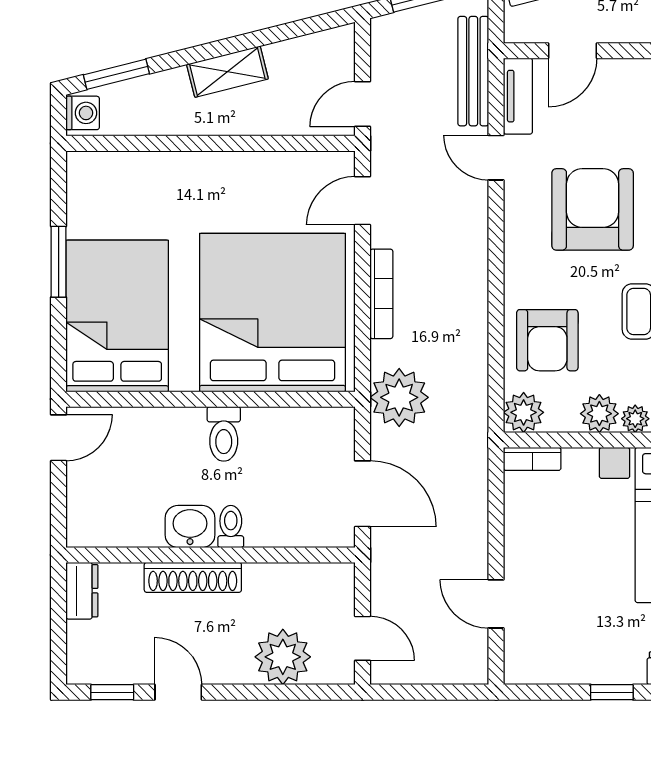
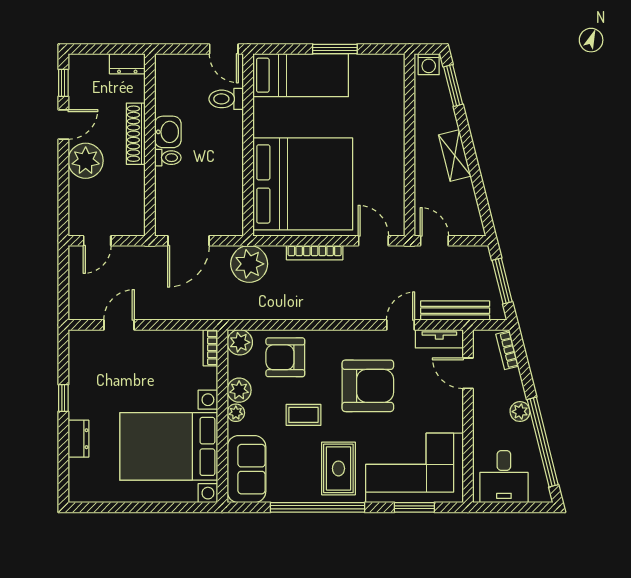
bed: (117, 316) -> (301, 75), width x0.67
toilet: (224, 434) -> (226, 99), moved
plant: (283, 657) -> (86, 161), moved

